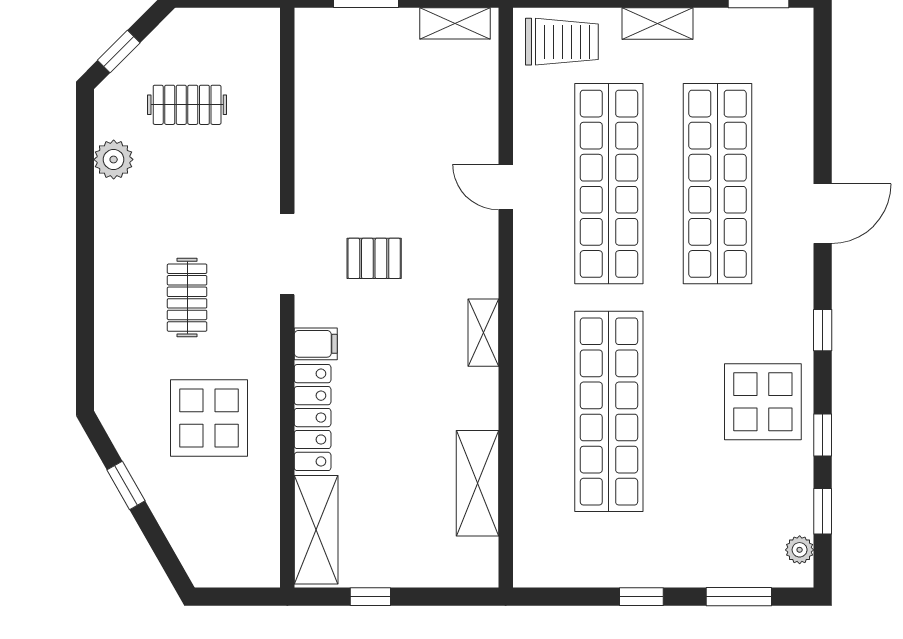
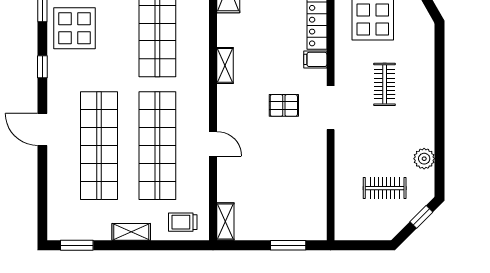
shelving: (455, 23) -> (225, 222), moved, turned 90
trolley: (562, 42) -> (183, 222), width x0.73, depth x0.72
door: (823, 214) -> (42, 129), hinge flipped

